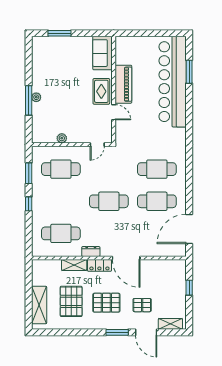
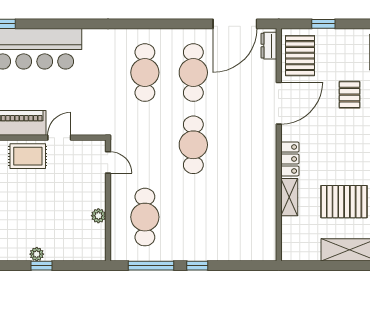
window: (29, 100) -> (41, 266), width x0.46
window: (29, 173) -> (151, 266), width x1.44
door: (189, 229) -> (235, 24), hinge flipped
cafe table: (61, 233) -> (242, 217), removed
dresser: (91, 251) -> (269, 46), moved
door: (126, 258) -> (279, 103), moved
pallet: (106, 303) -> (300, 56), moved

